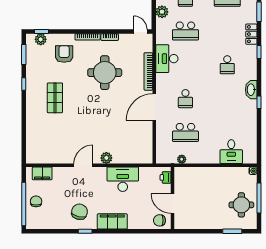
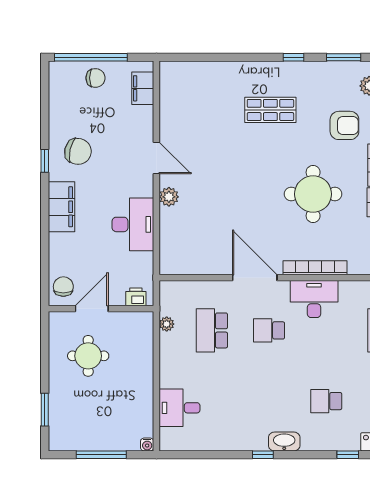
desk: (167, 59) -> (314, 299), moved
round table: (241, 205) -> (88, 356), moved

